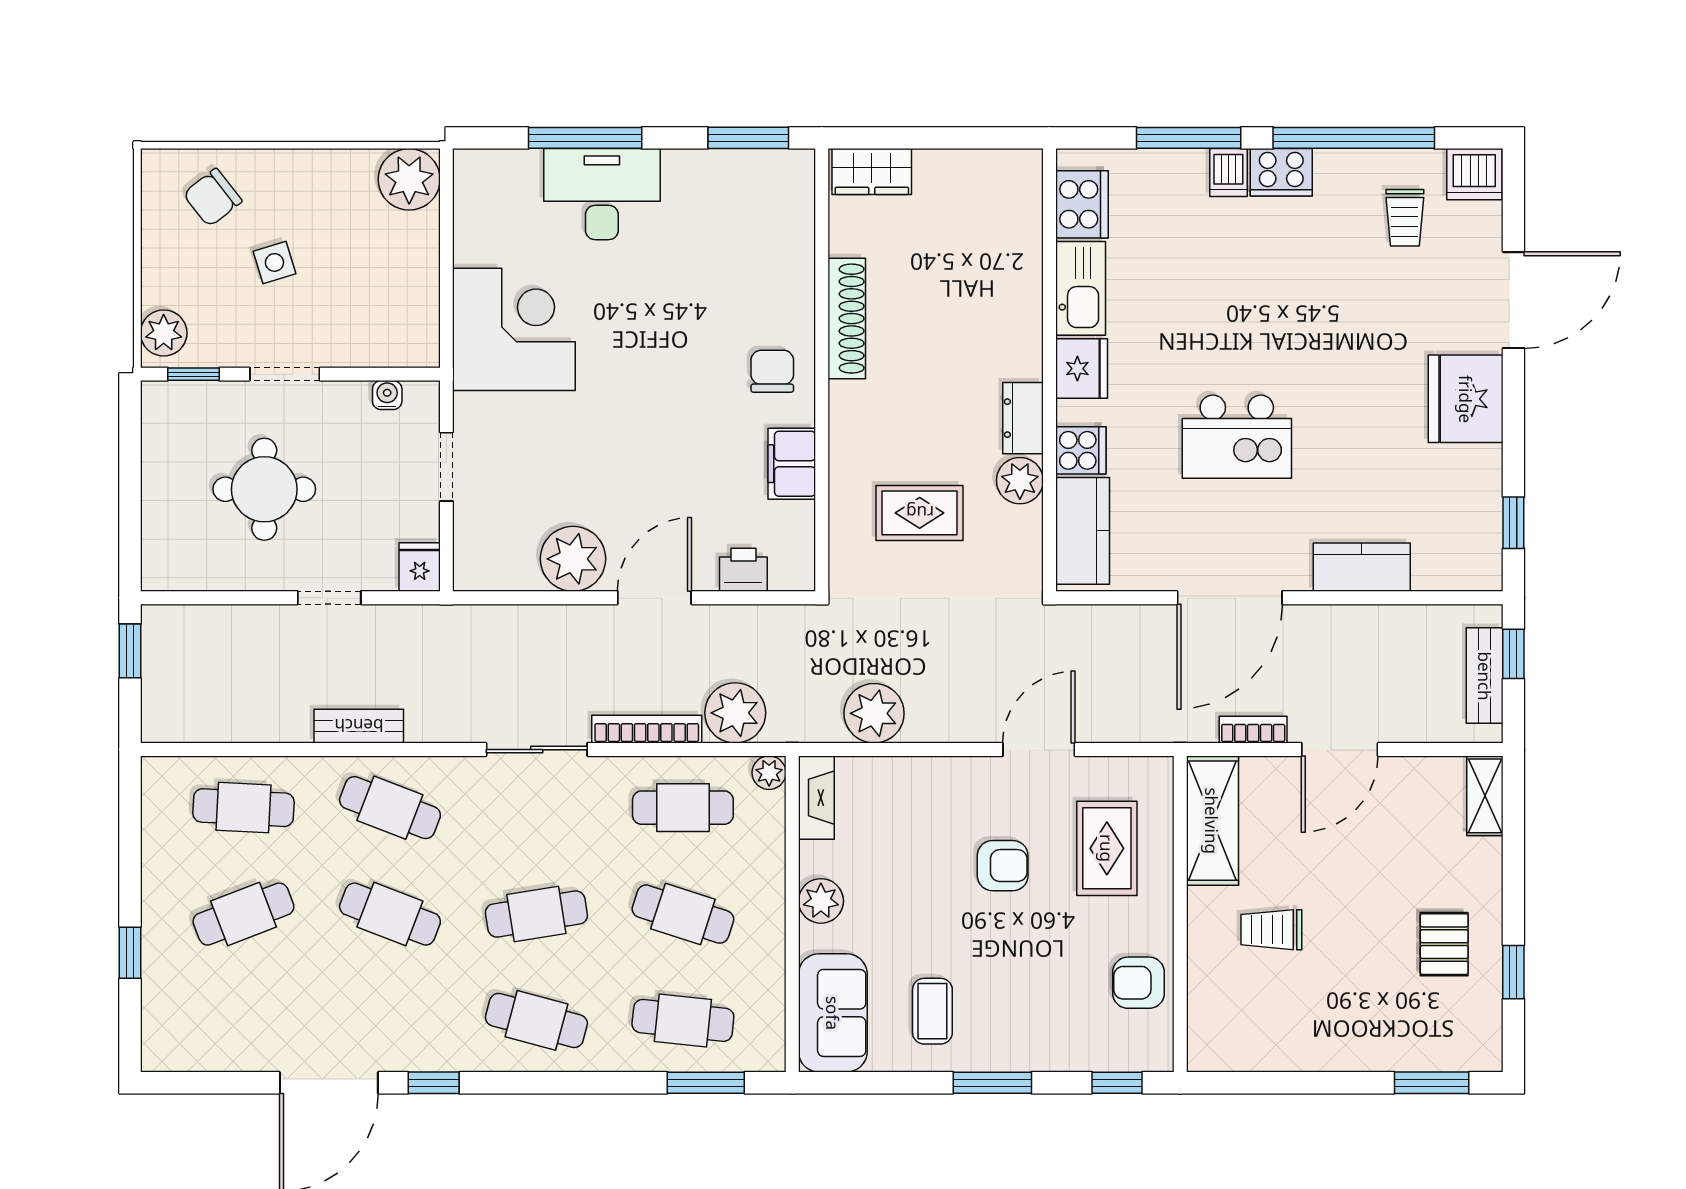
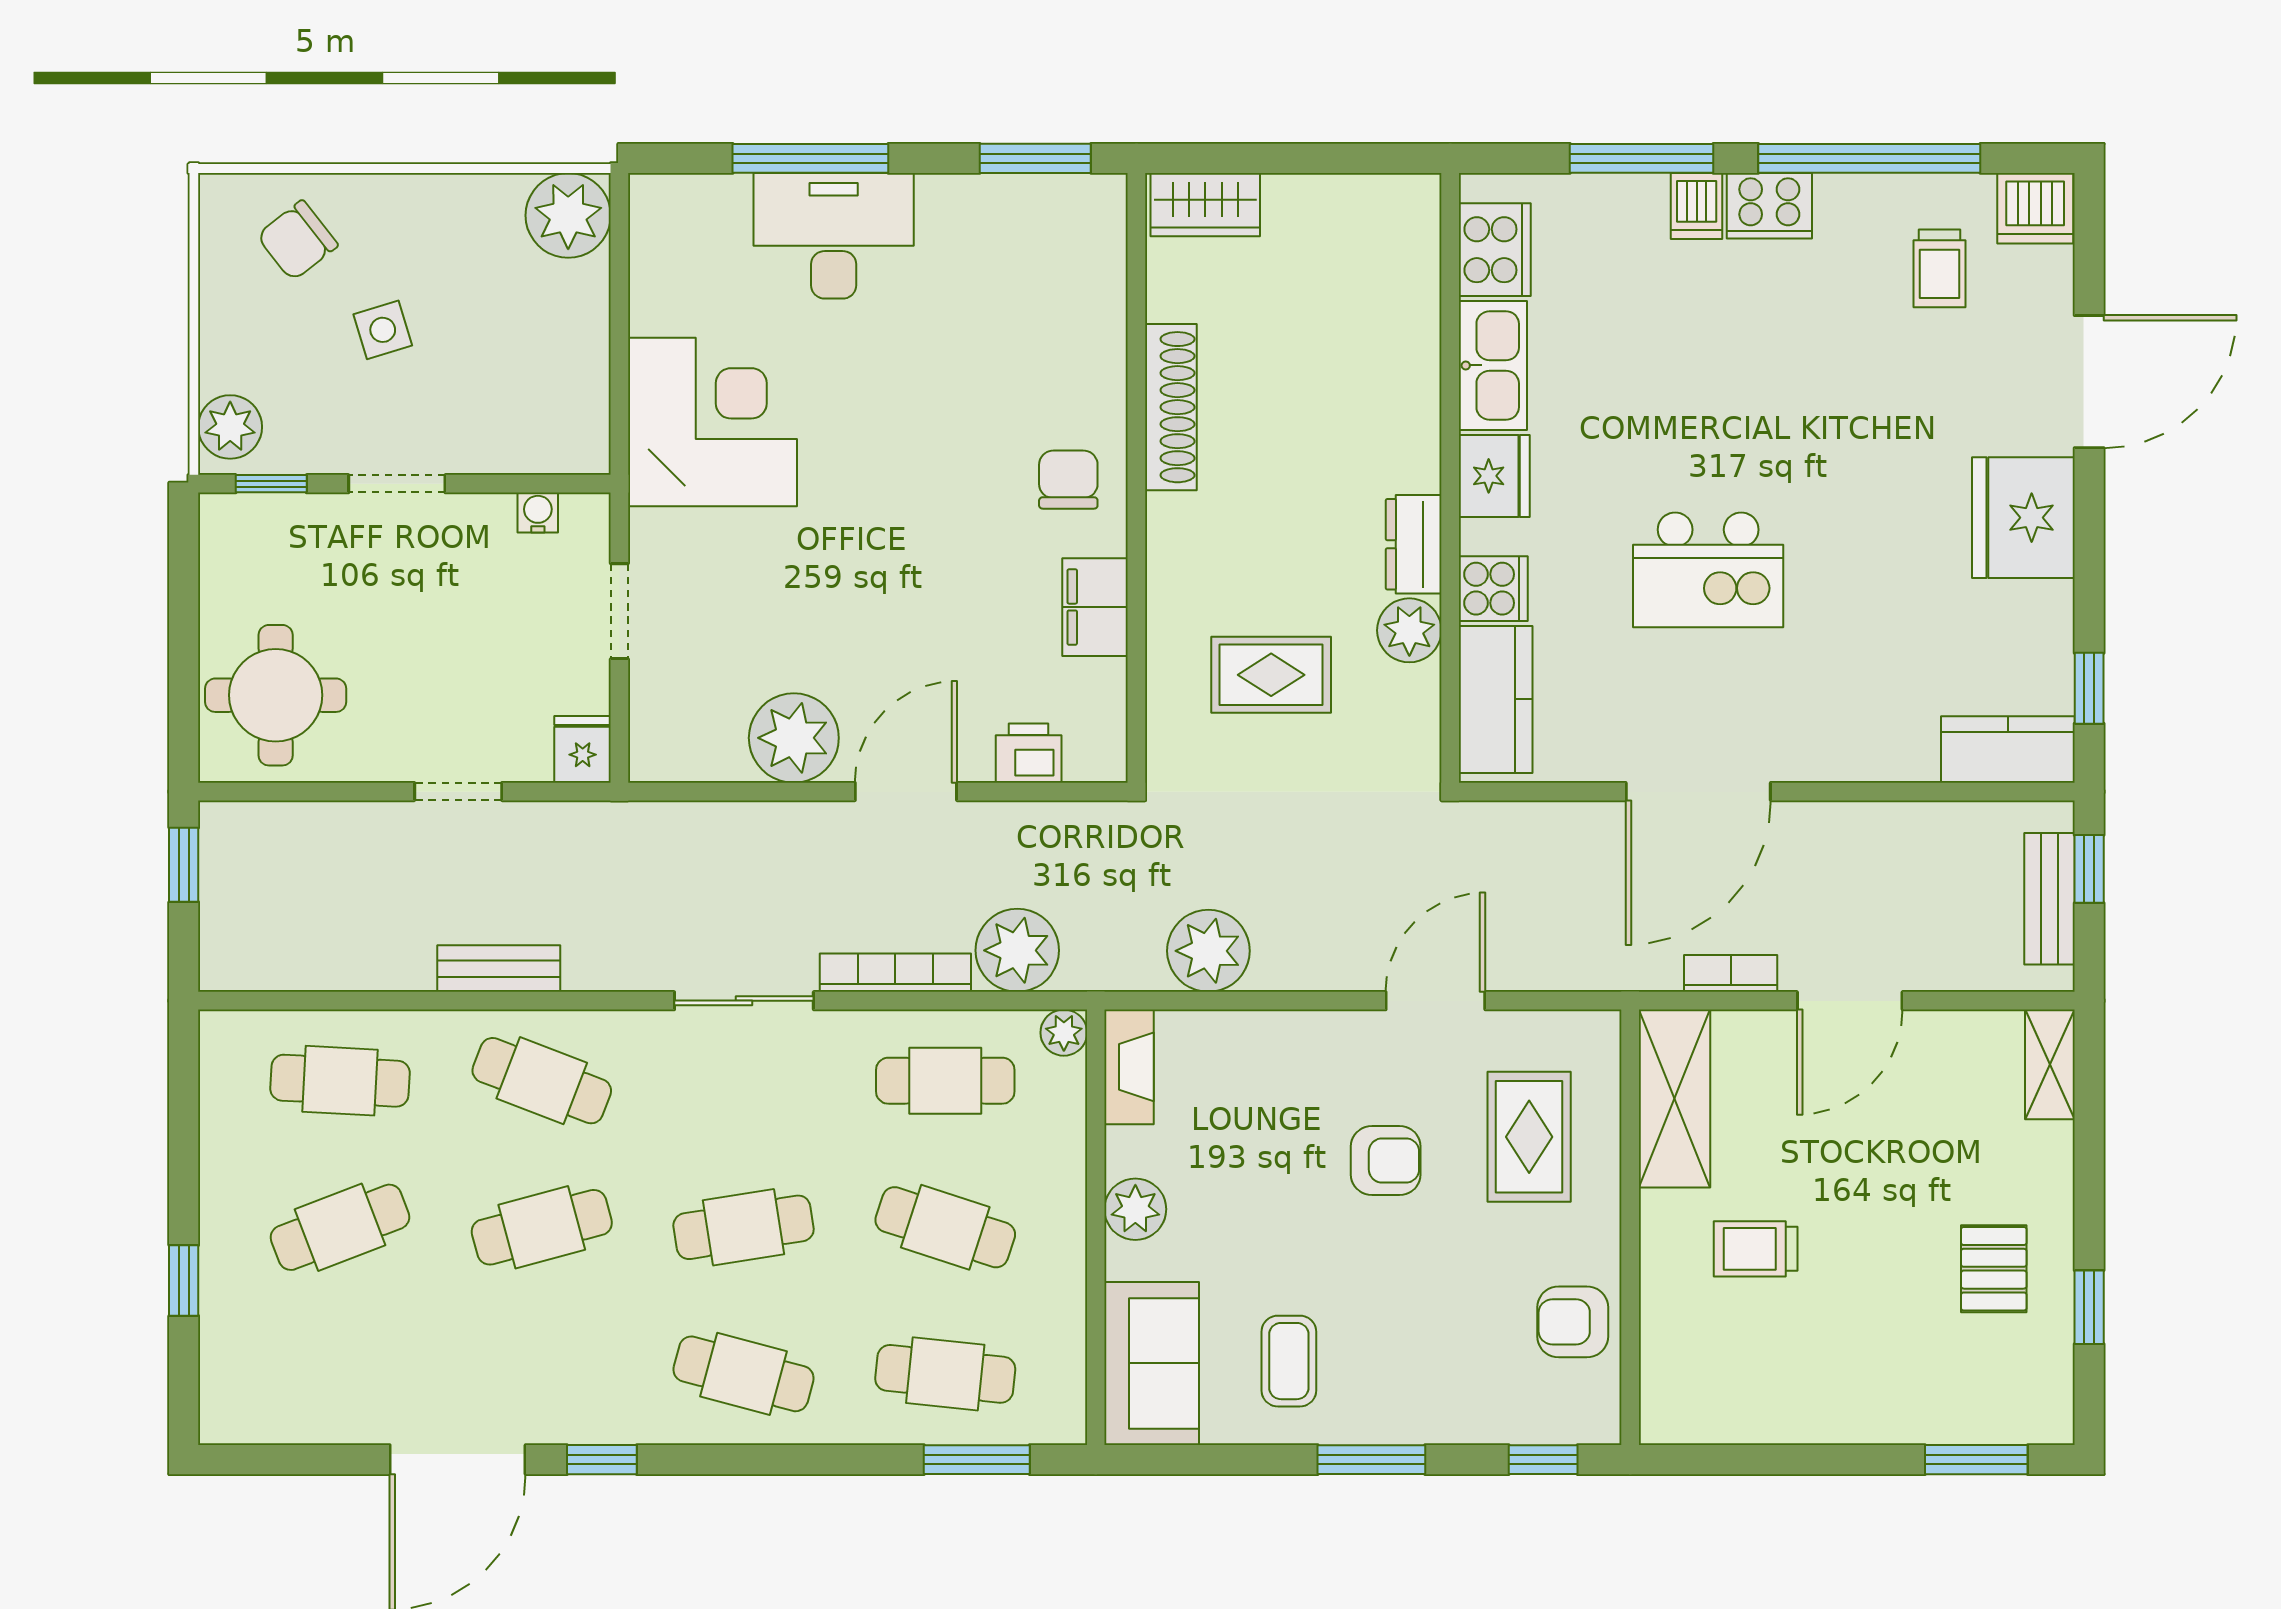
round table: (264, 489) -> (276, 695), moved
kitchen counter: (1362, 567) -> (2008, 750), moved
cafe table: (390, 914) -> (542, 1227), turned -36

